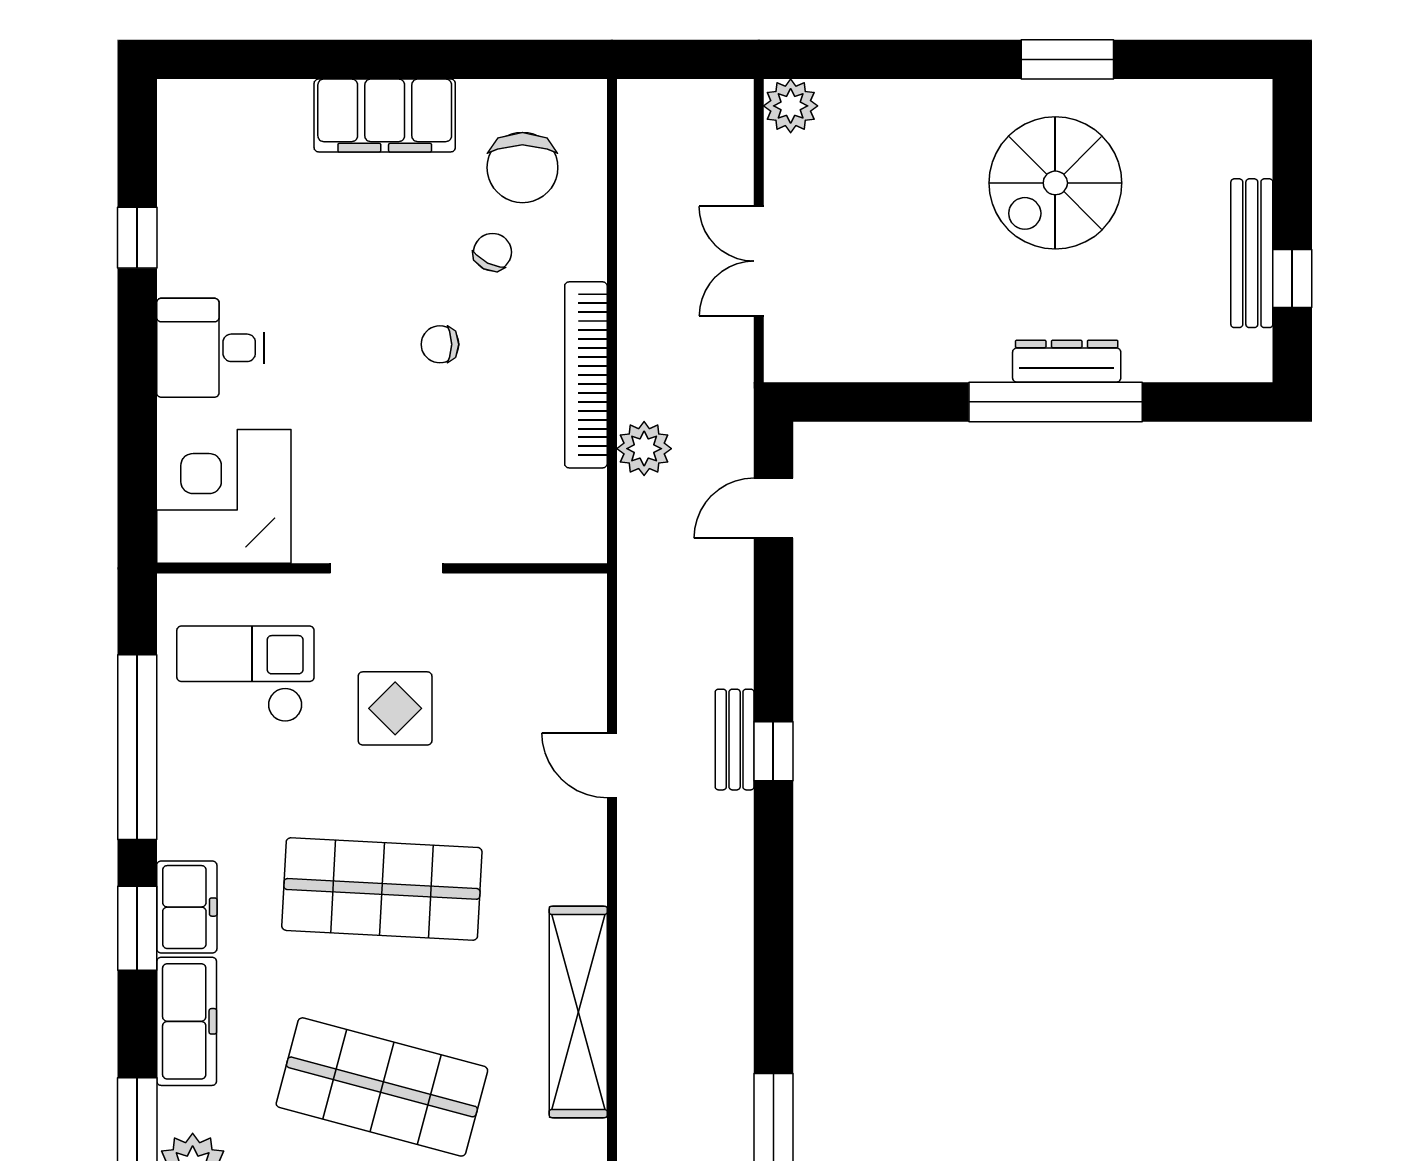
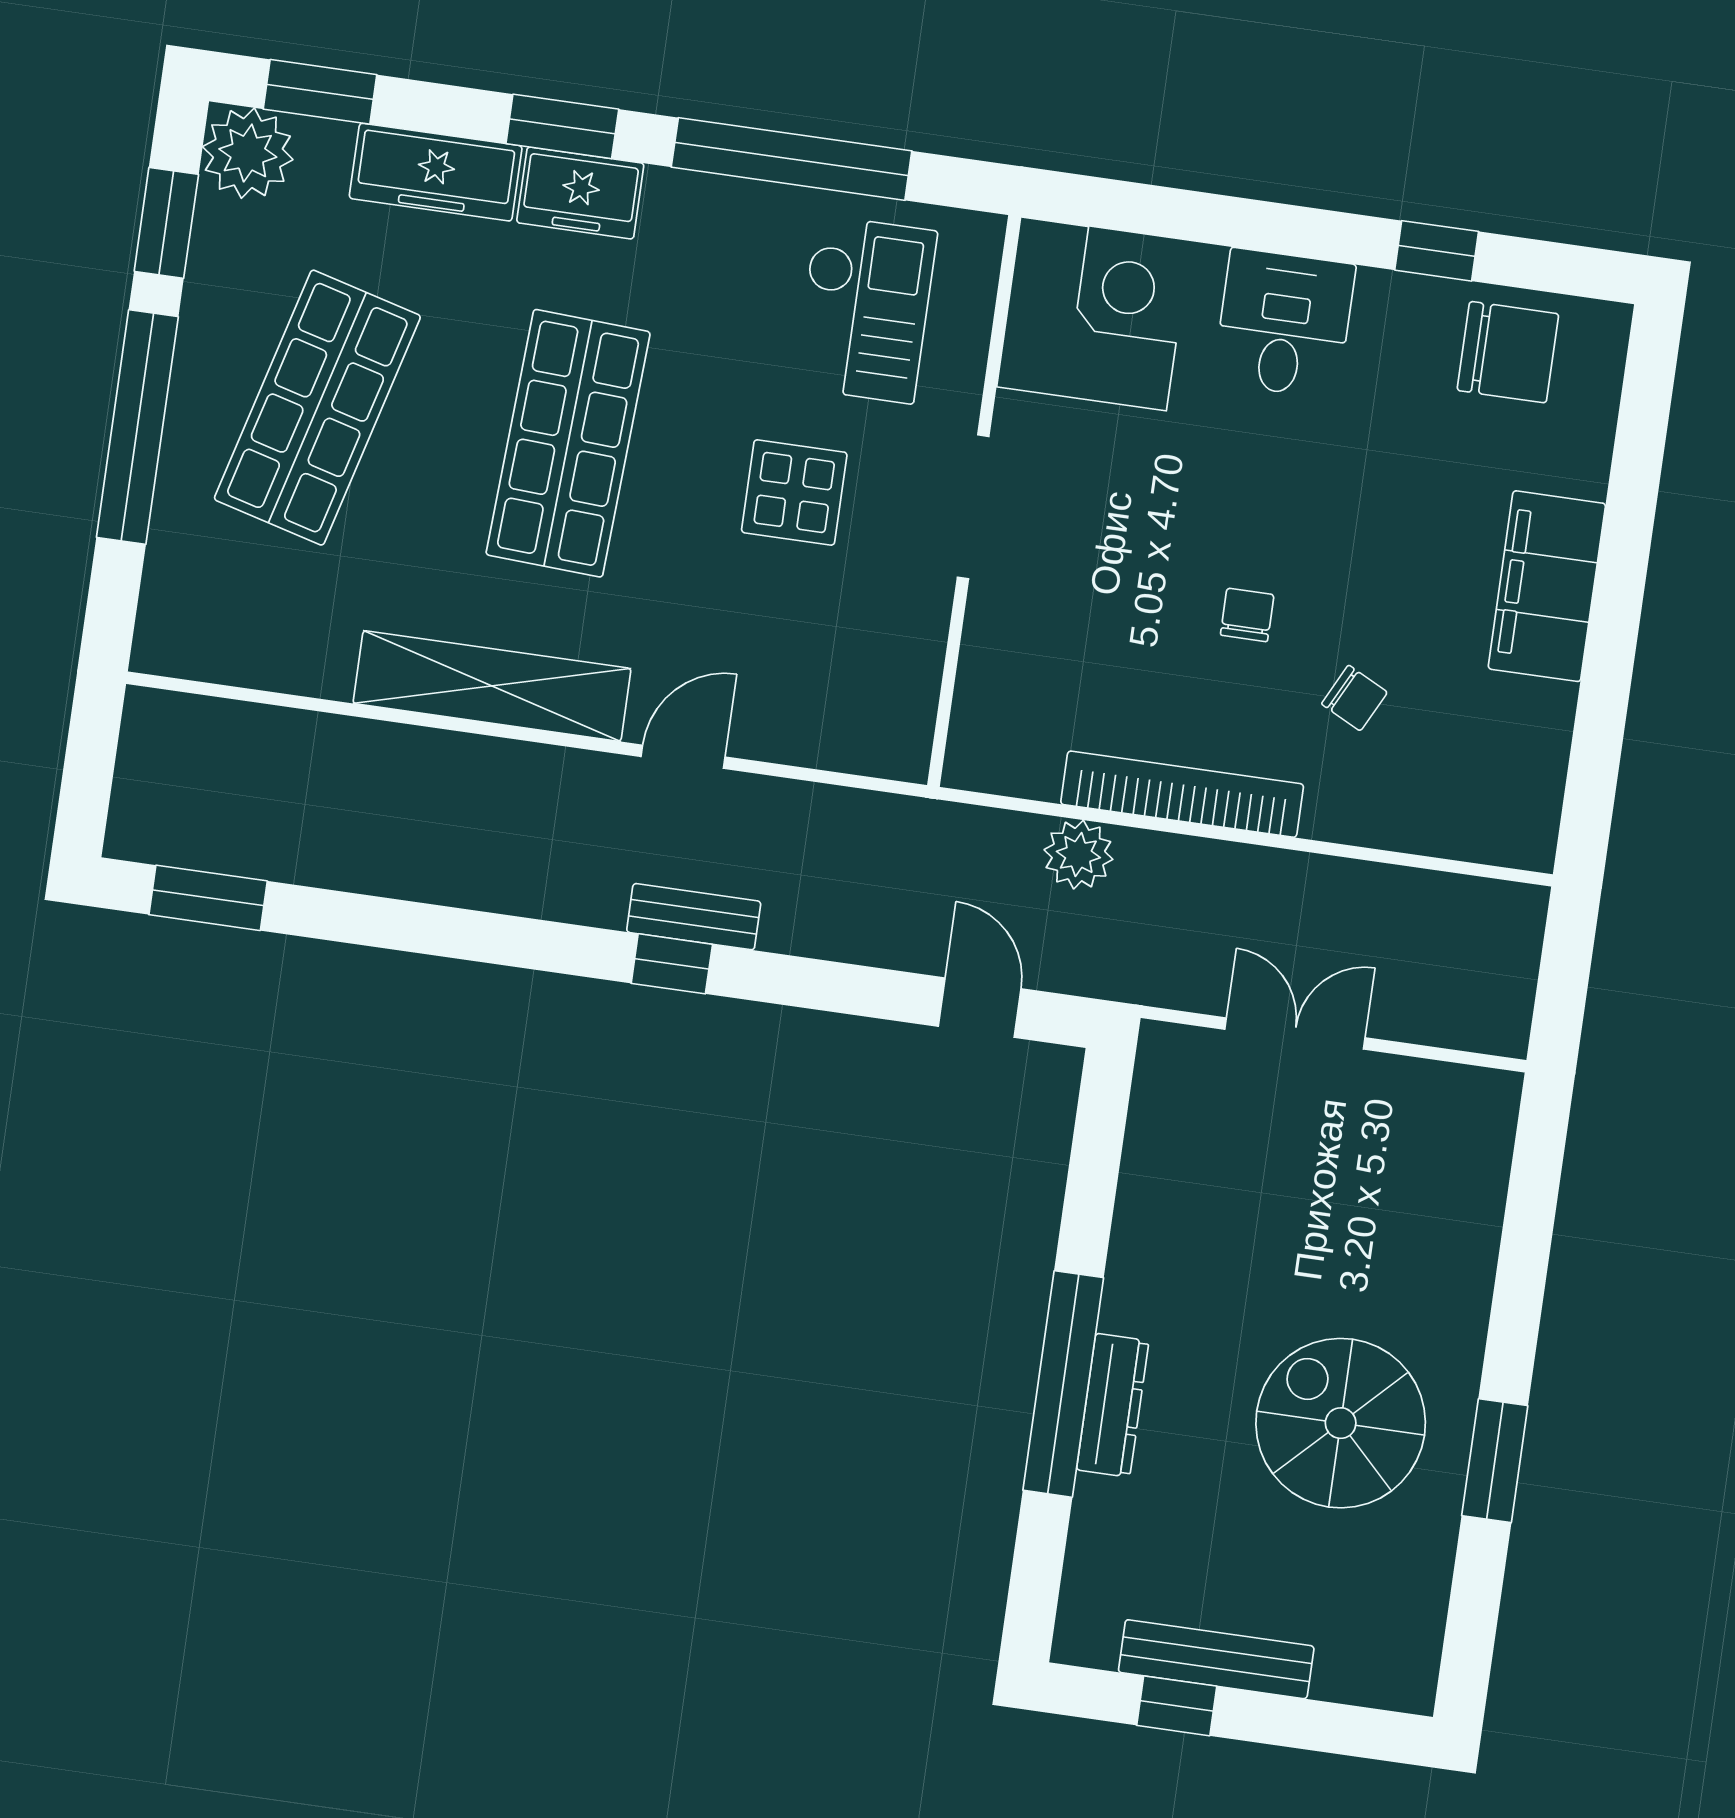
plant: (791, 106) -> (1486, 1102), removed
chair: (522, 168) -> (1508, 352), moved, turned 180
shelving: (578, 1012) -> (492, 686), moved

